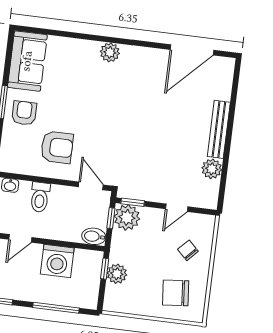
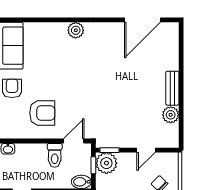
bench: (219, 129) -> (172, 88), width x0.73
door: (91, 186) -> (74, 141), hinge flipped
toilet: (40, 197) -> (55, 155), moved

